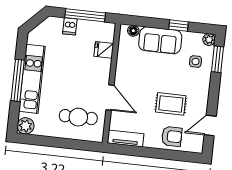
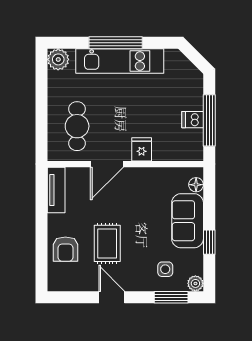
dishwasher: (70, 26) -> (193, 120), moved
fridge: (104, 50) -> (142, 149), moved
door: (210, 126) -> (112, 297), moved

